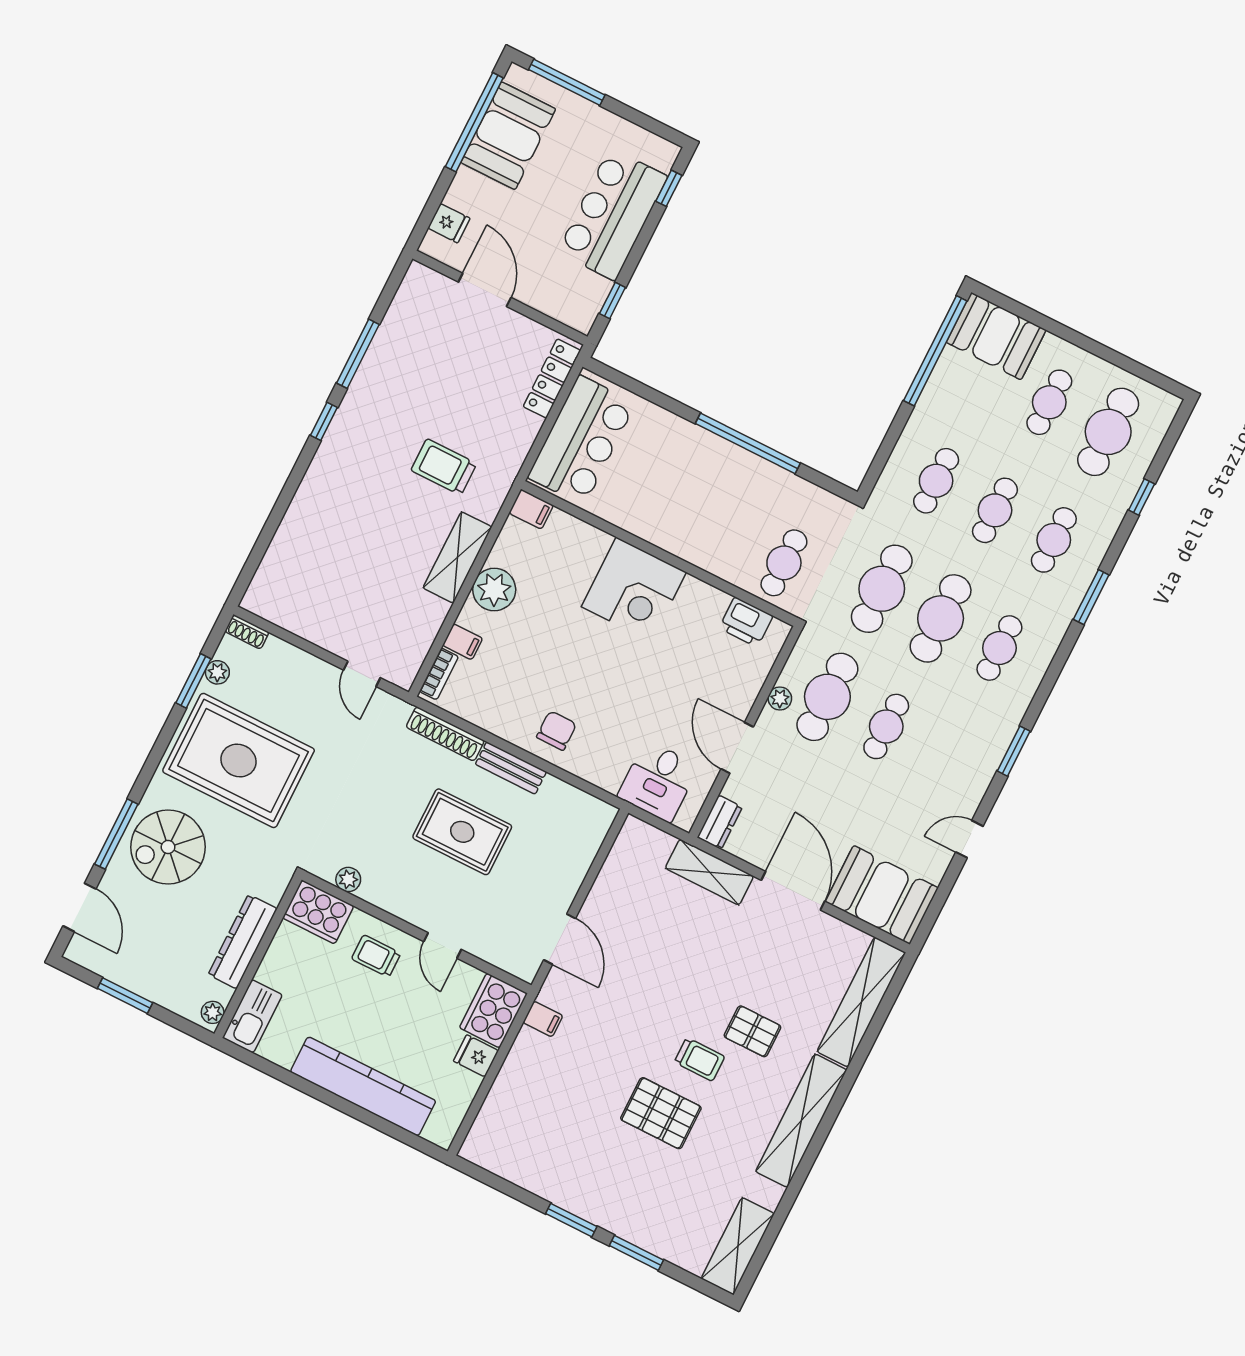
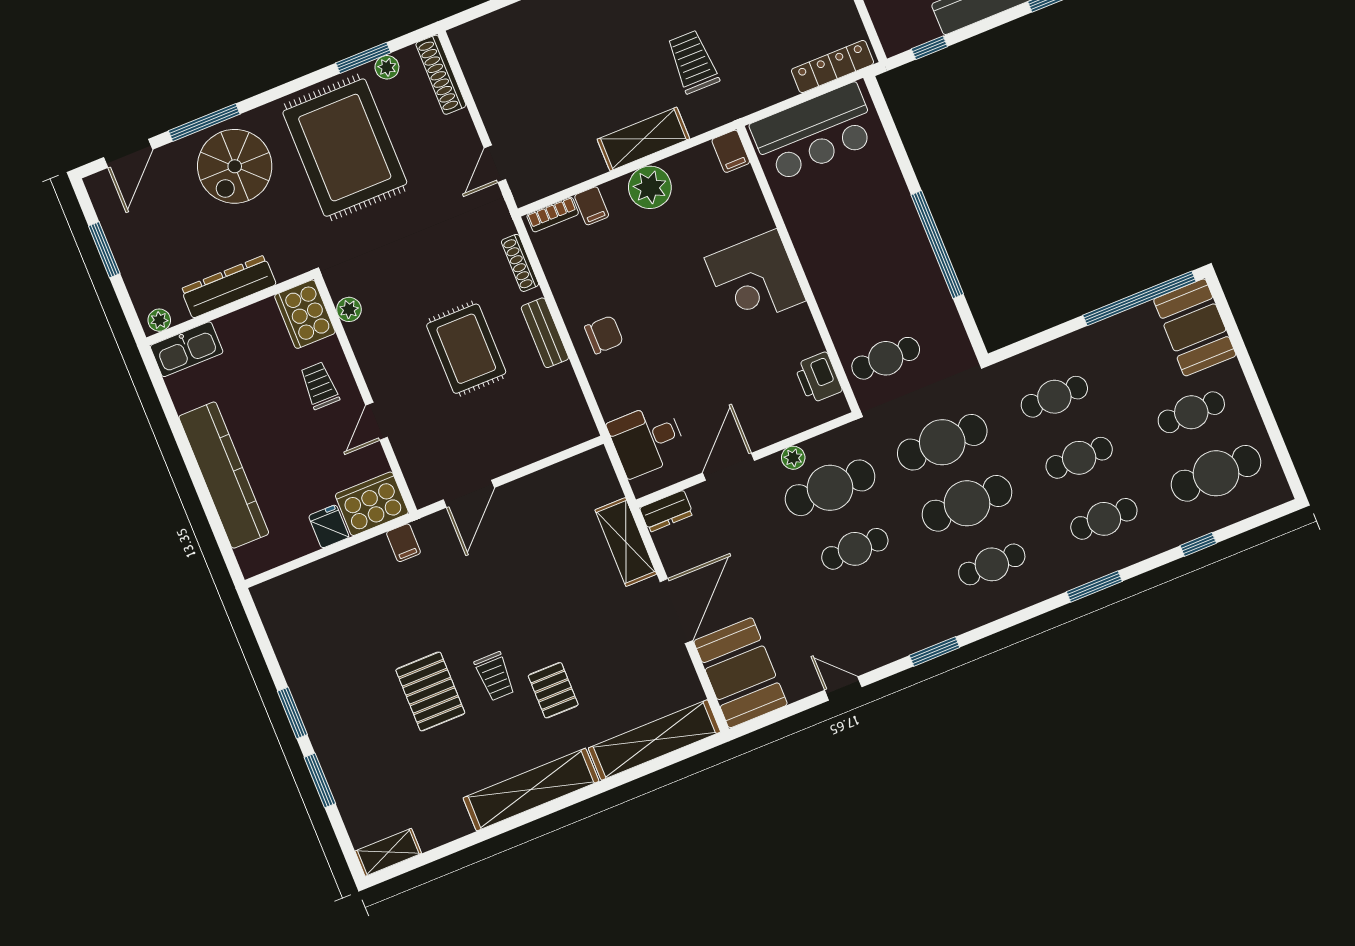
shoe rack: (247, 632) -> (441, 75), width x1.94, depth x1.24
shoe rack: (445, 734) -> (520, 263), width x0.74, depth x0.81
spiral stairs: (168, 847) -> (235, 166), turned -90
shelving: (738, 1246) -> (388, 852), width x0.67, depth x0.75

